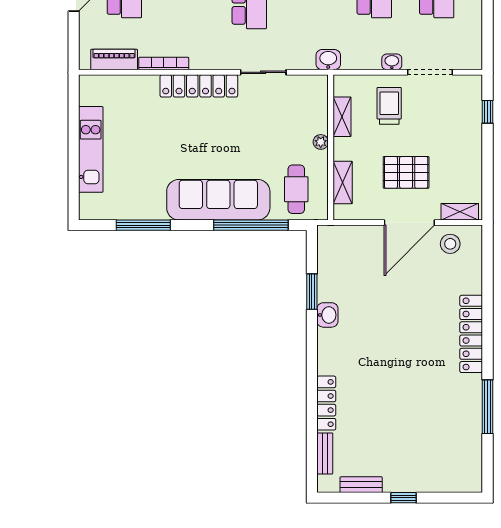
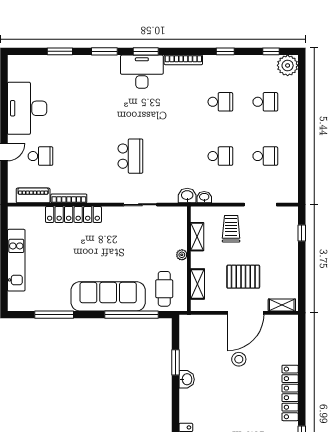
washbasin: (392, 62) -> (204, 197), moved
locker: (199, 86) -> (73, 214), moved
stool: (450, 244) -> (239, 359), moved

